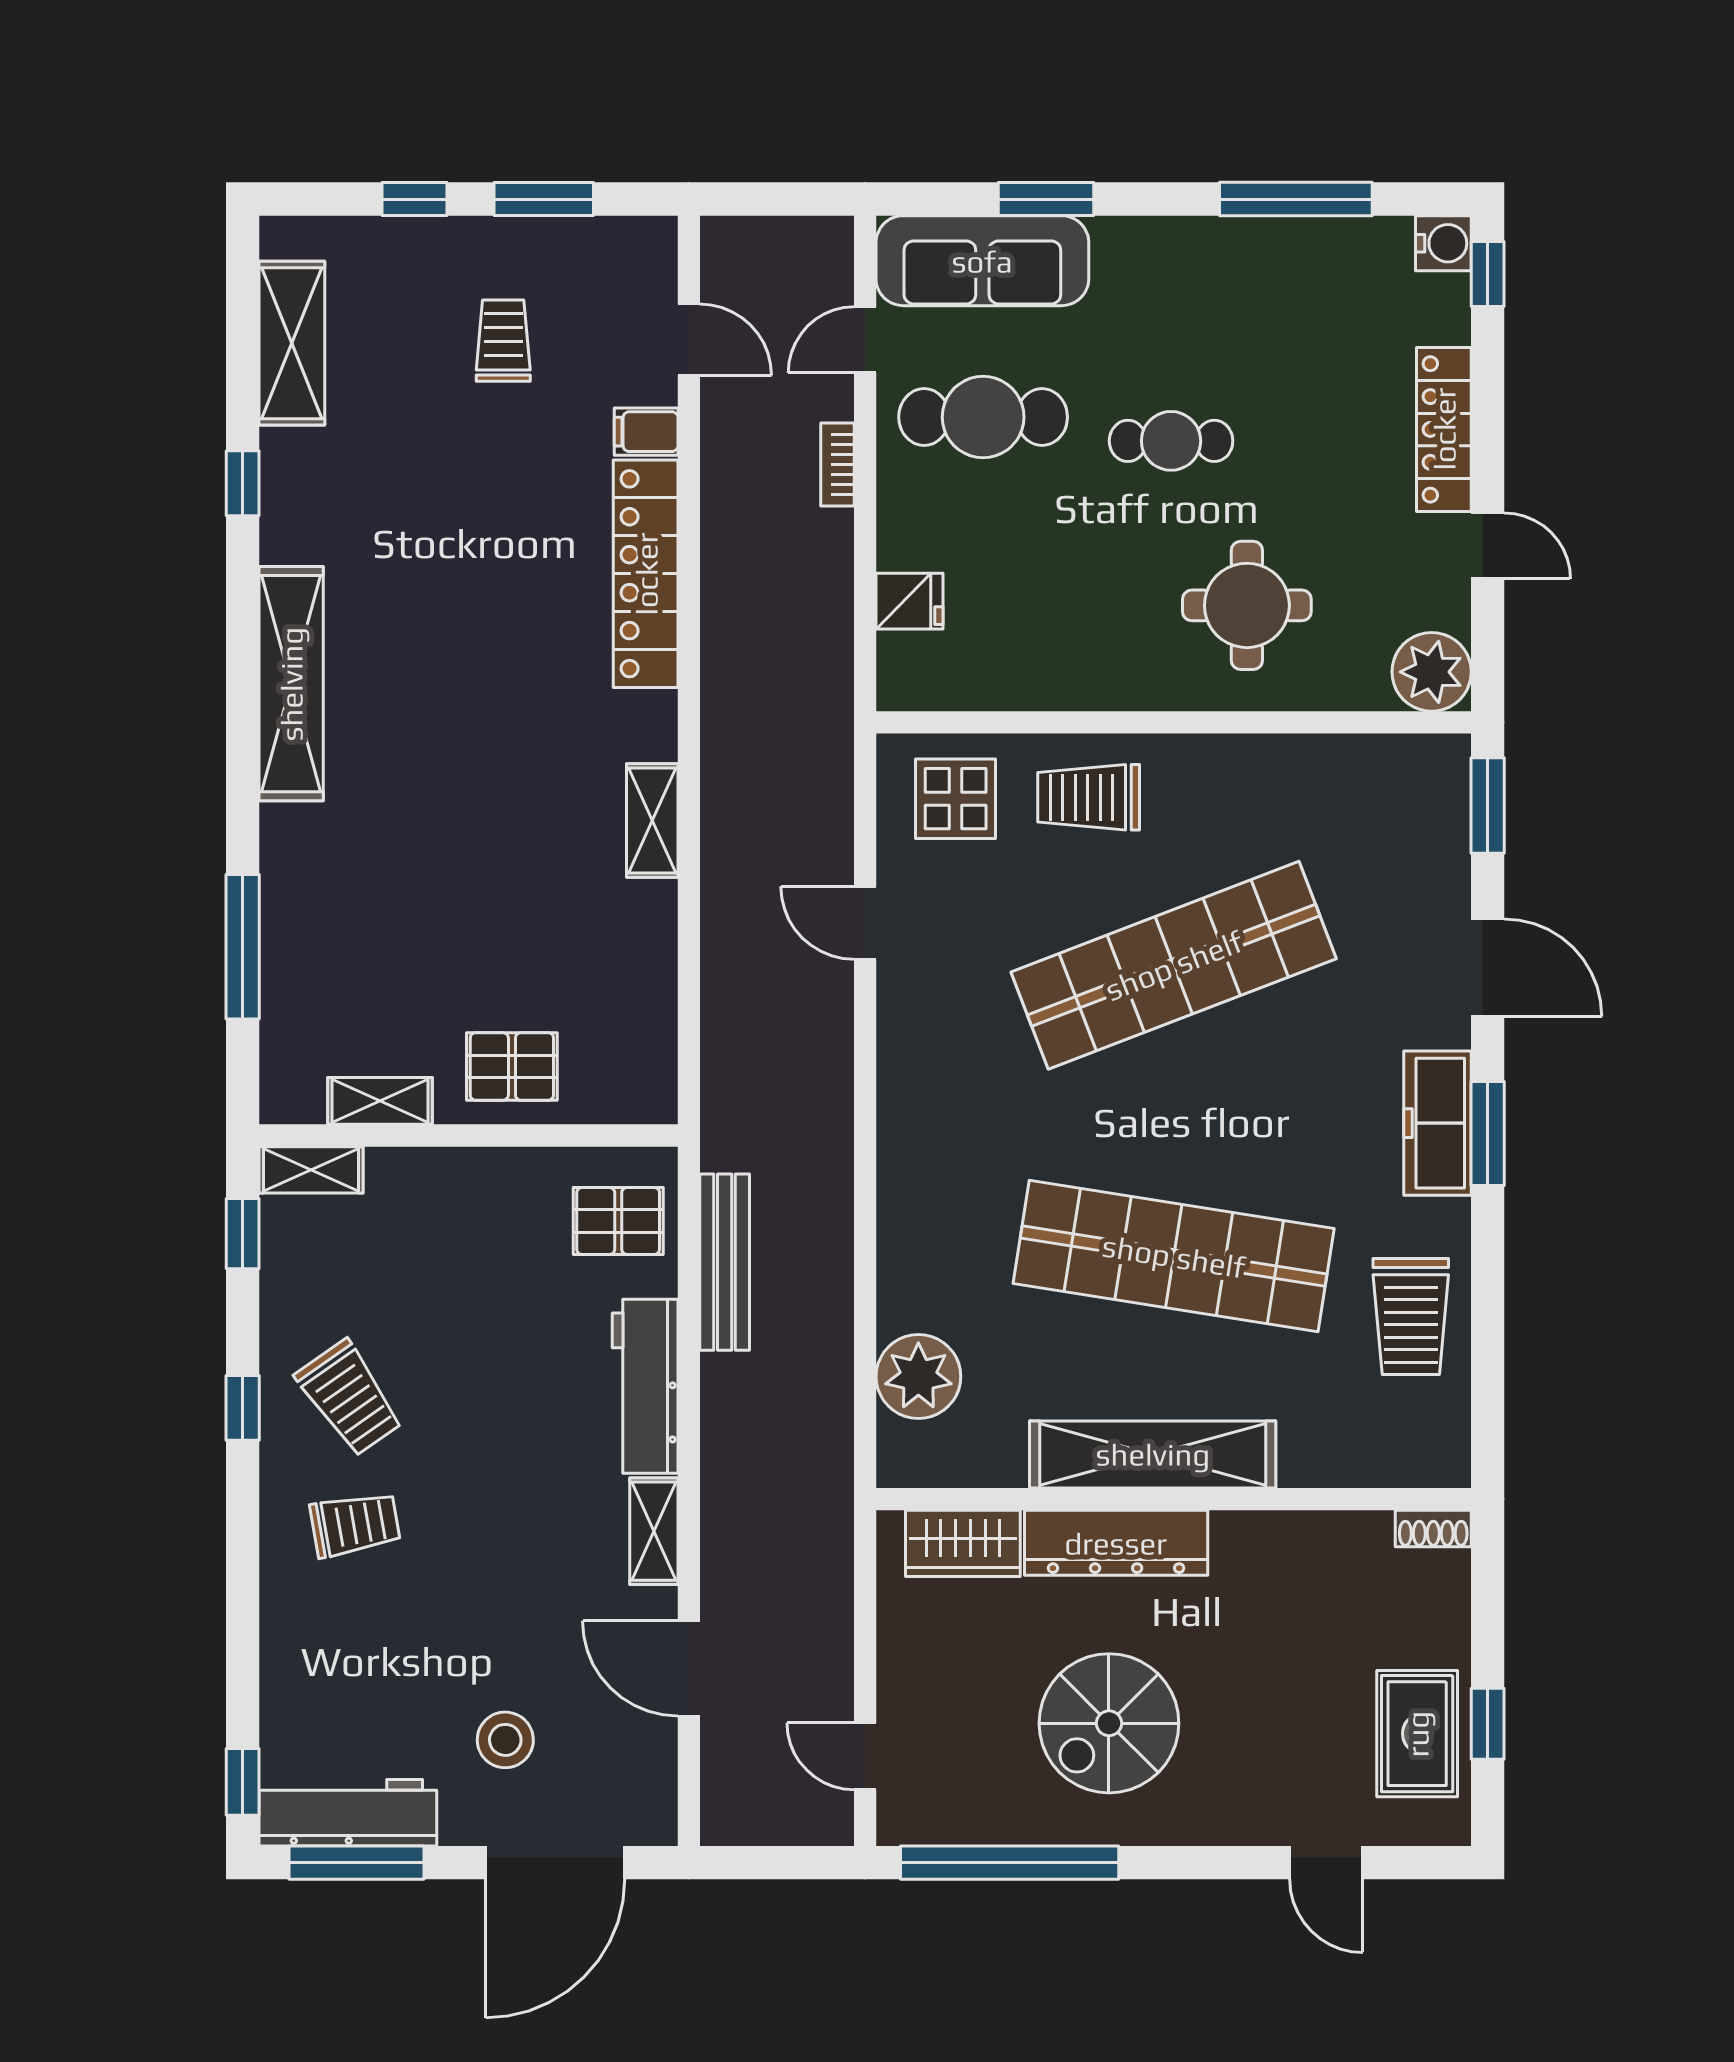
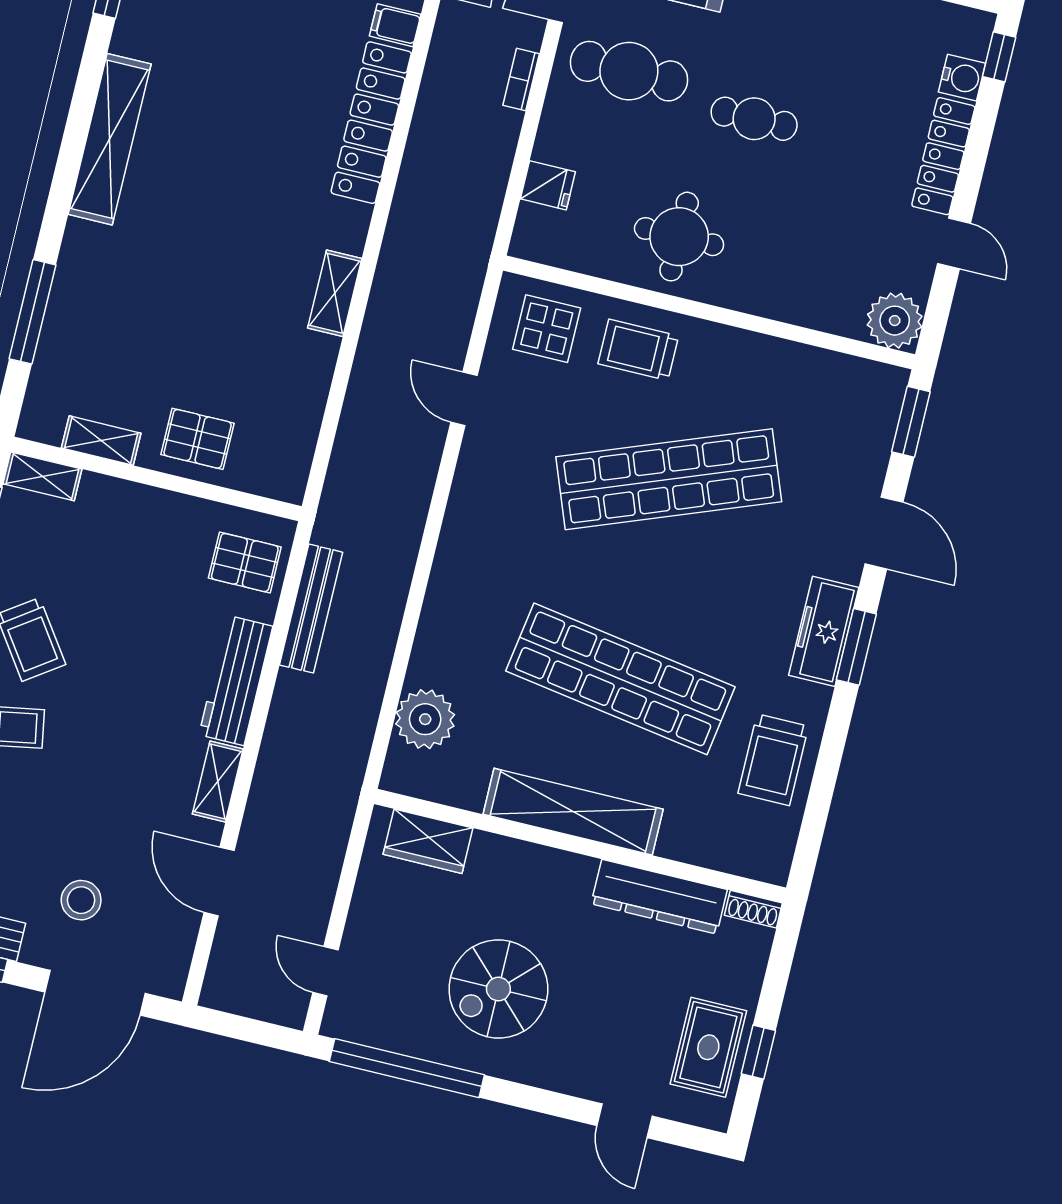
water cooler: (1443, 243) -> (962, 78), moved
round table: (1247, 605) -> (679, 237), moved
dresser: (1116, 1543) -> (659, 897), moved

